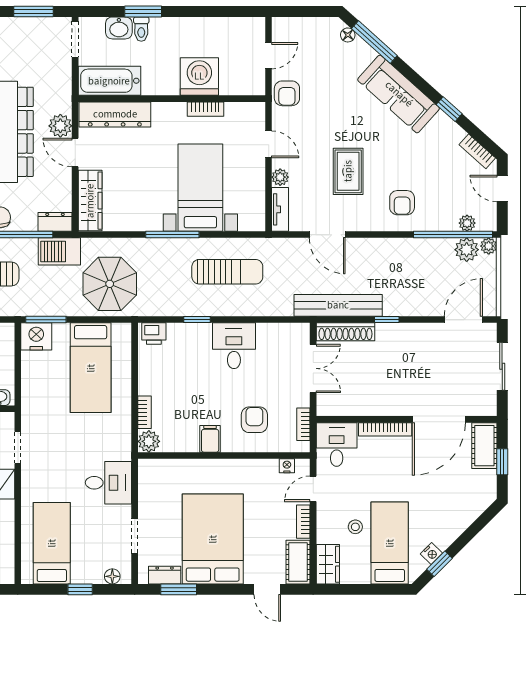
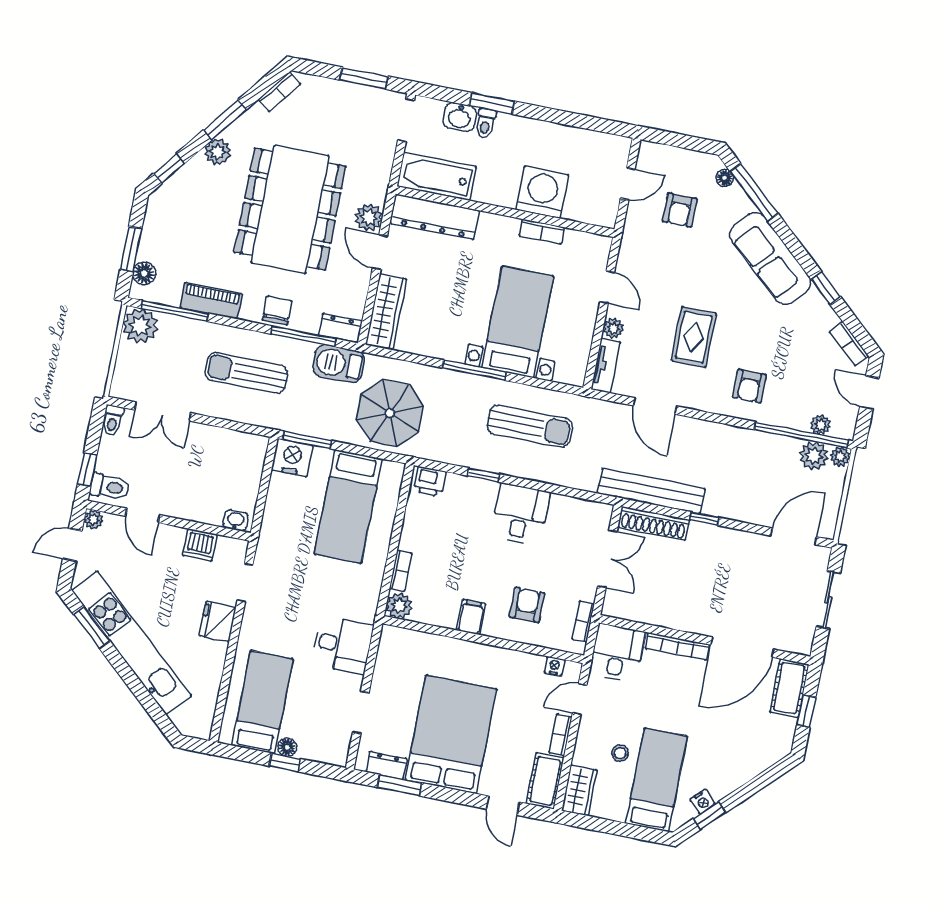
armchair: (287, 93) -> (680, 210), moved
floor lamp: (112, 576) -> (287, 747), moved

